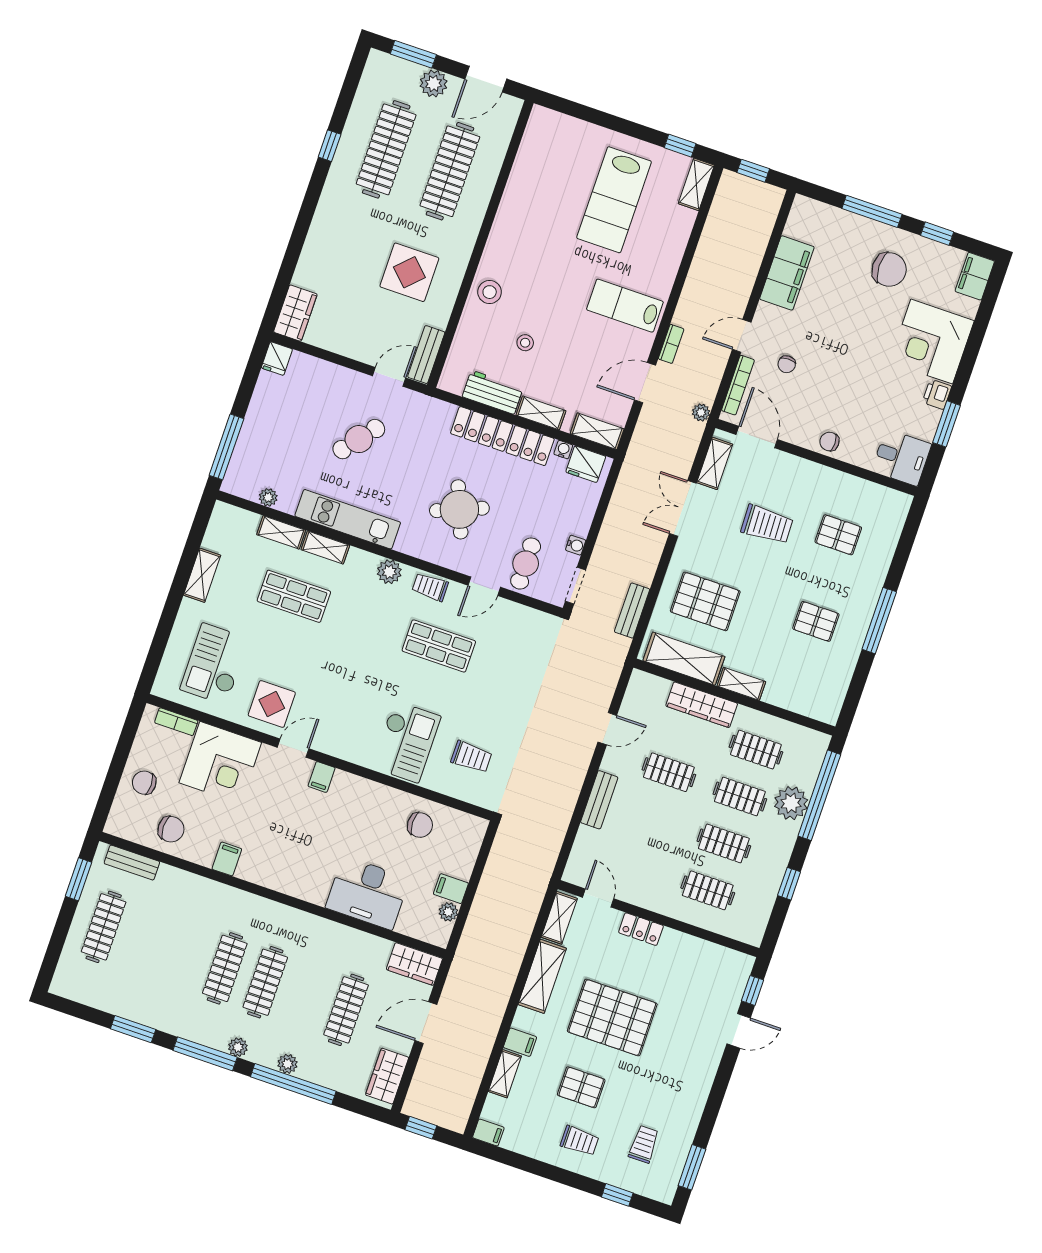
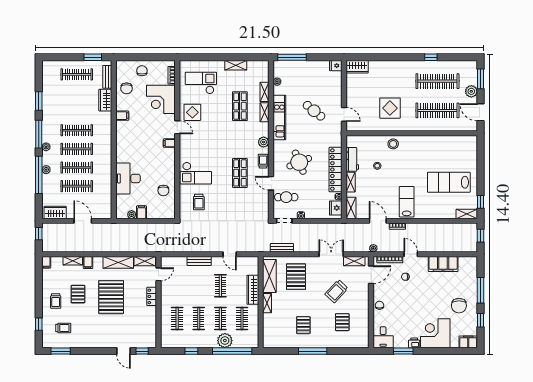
bench: (426, 355) -> (358, 127), removed
trolley: (767, 524) -> (336, 291), turned 45
wardrobe: (414, 964) -> (105, 100), moved
clothes rail: (306, 996) -> (77, 168), added

